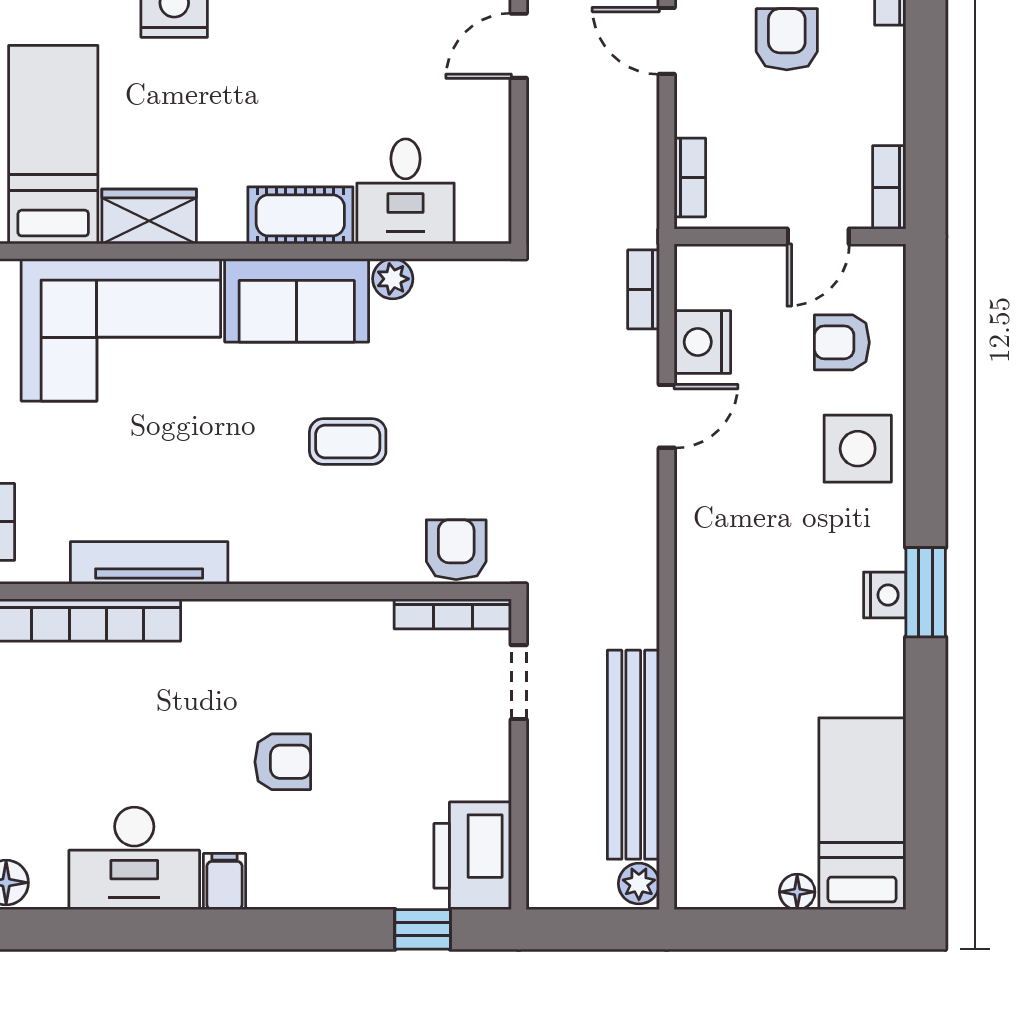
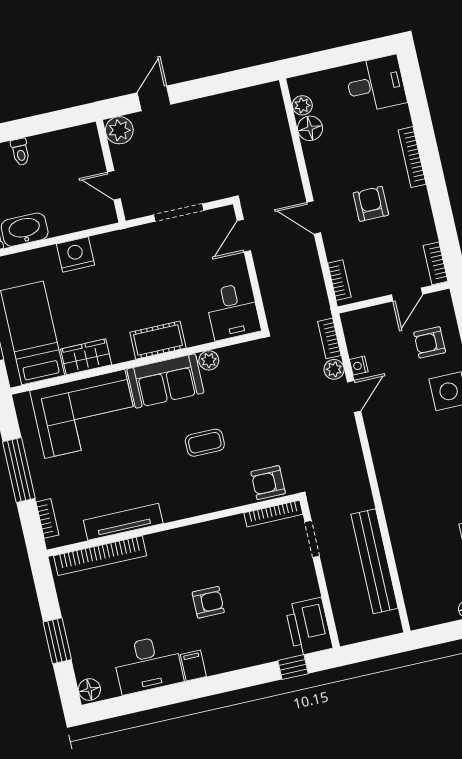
desk: (406, 191) -> (233, 311), moved
nightstand: (702, 342) -> (359, 366), width x0.53, depth x0.56
armchair: (456, 550) -> (268, 483), turned -90
plant: (639, 884) -> (334, 369), moved

